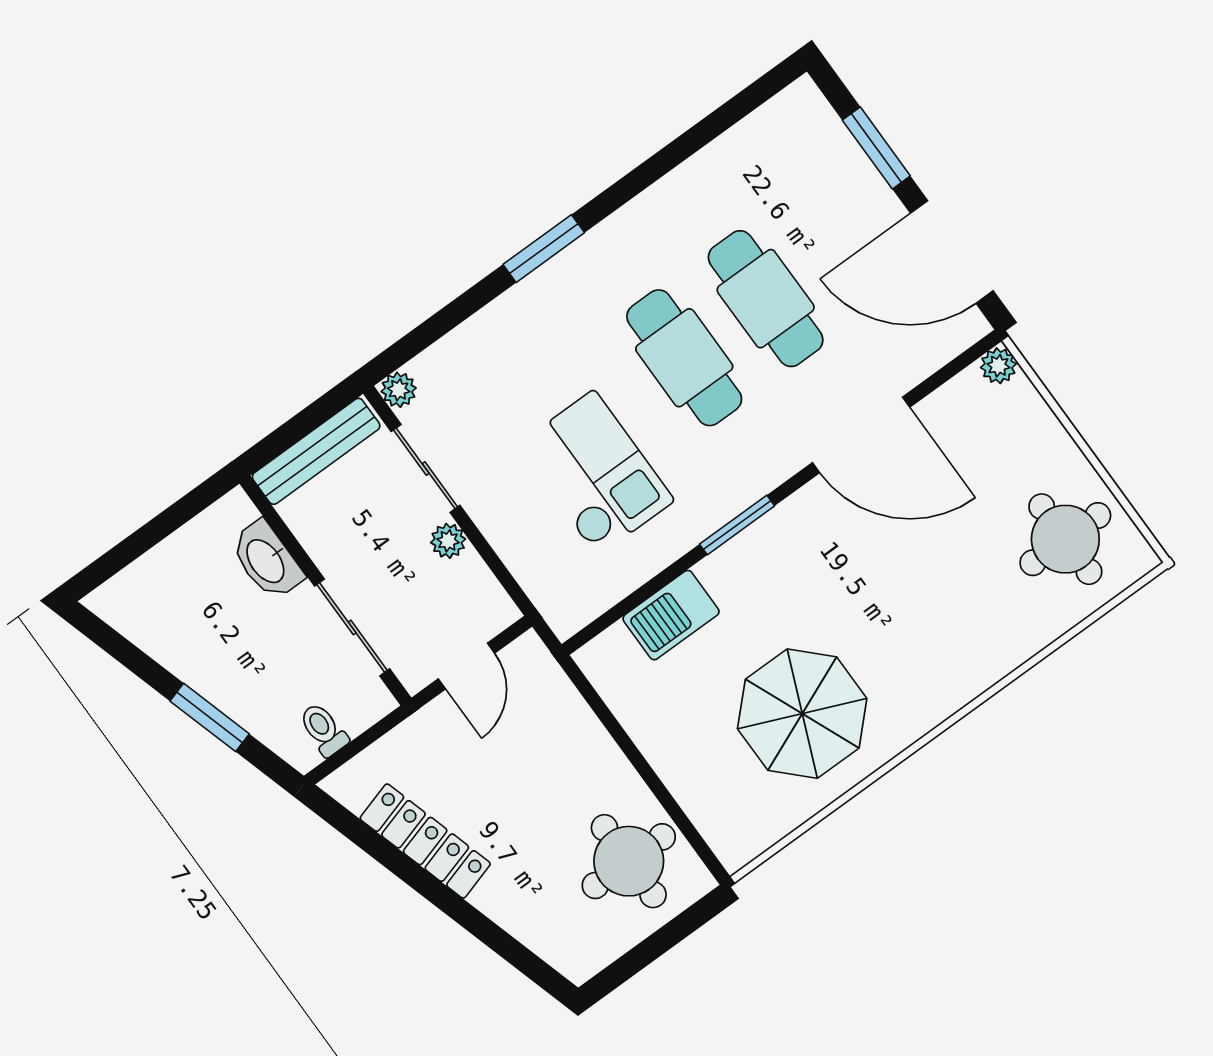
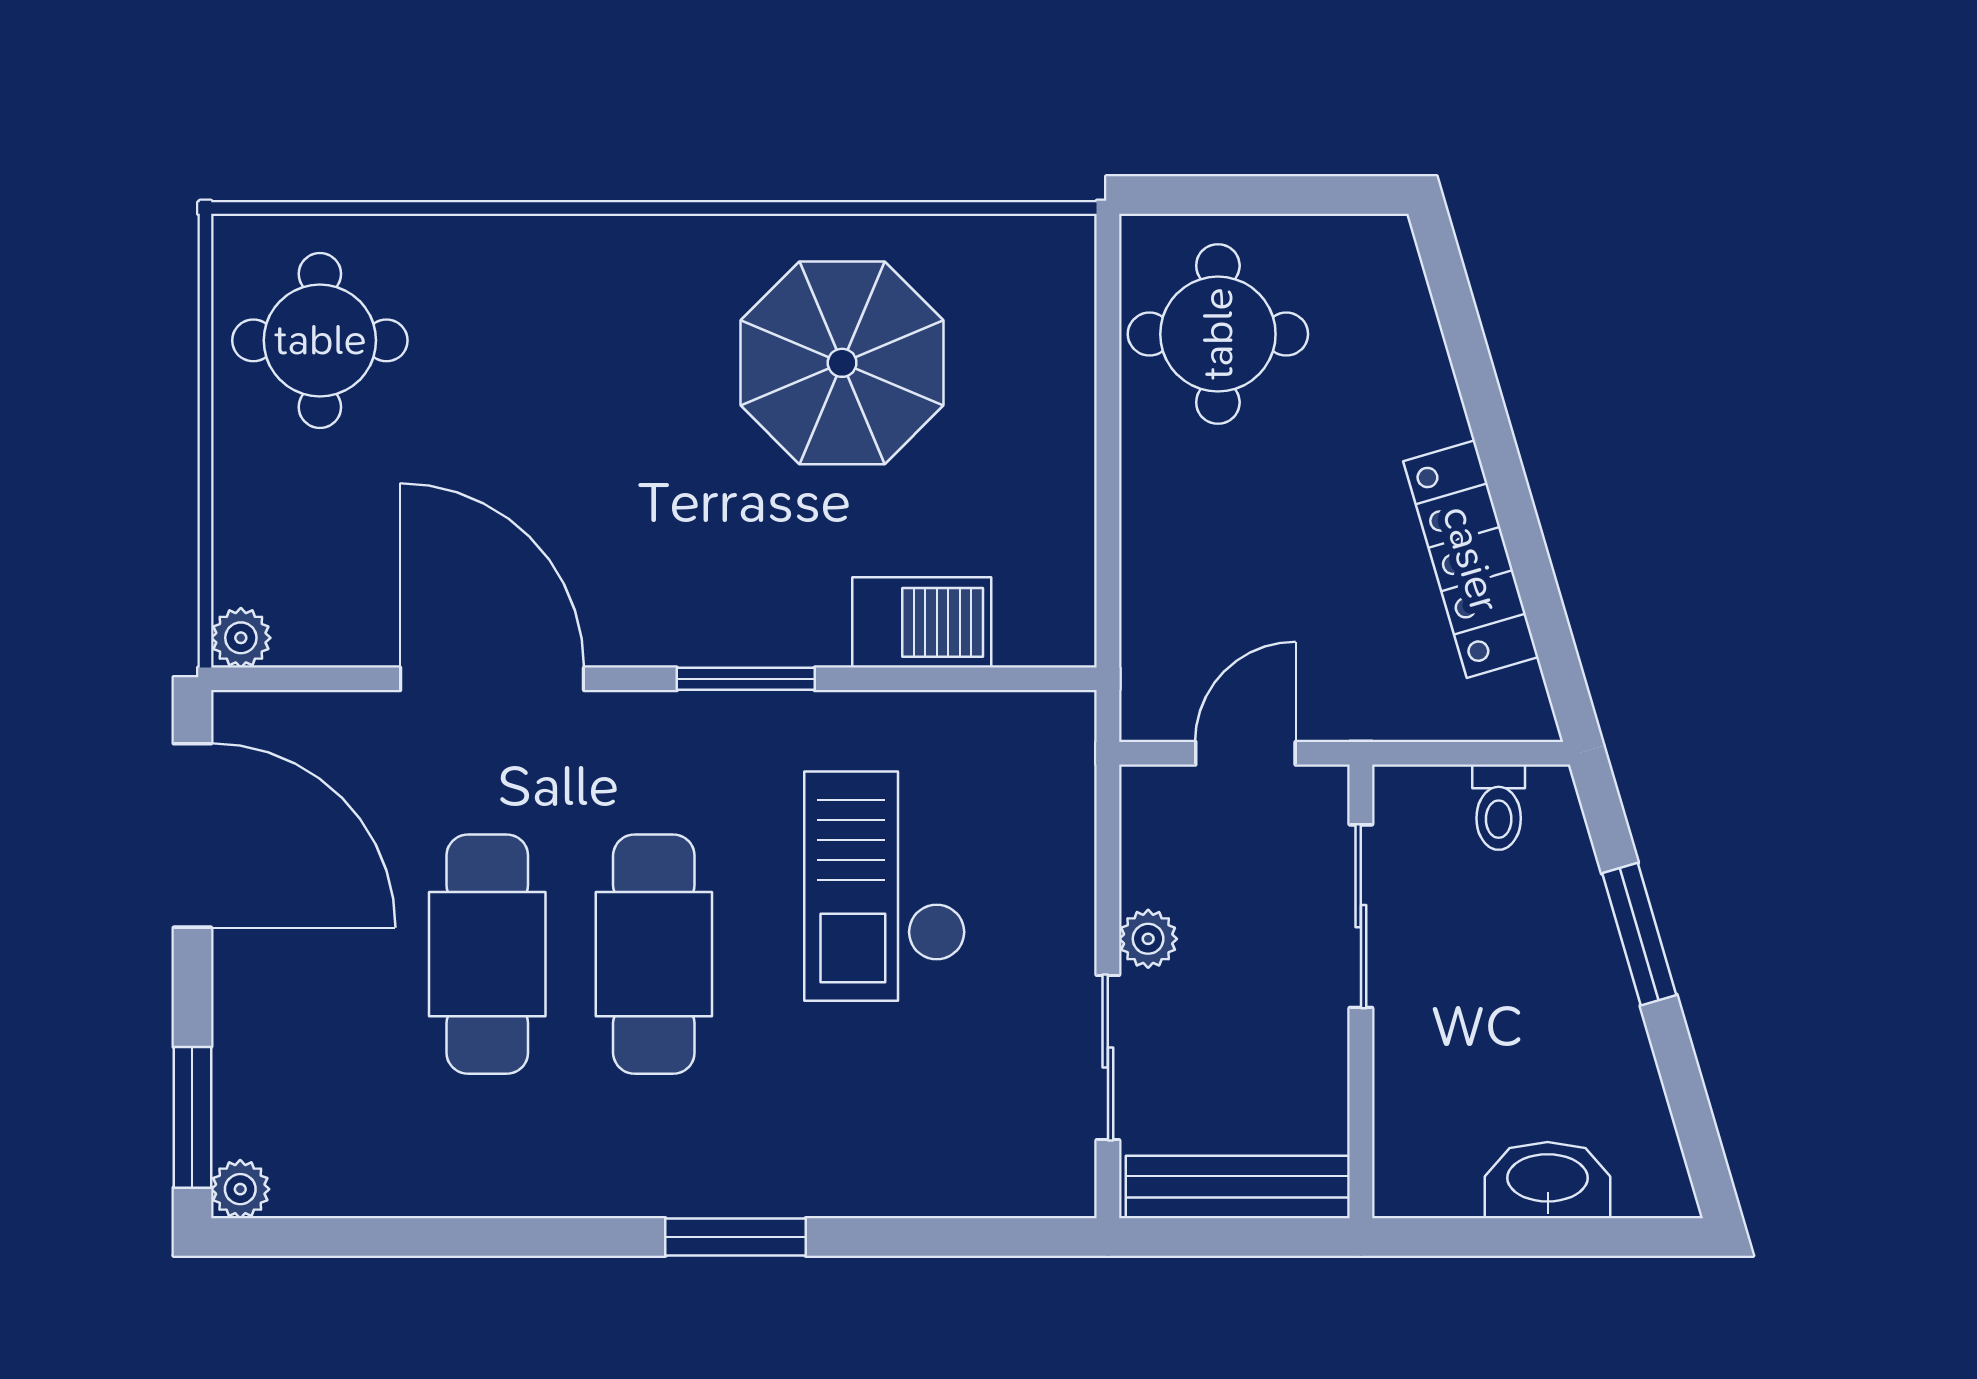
window: (876, 148) -> (192, 1117), moved
plant: (399, 390) -> (240, 1189), moved
washbasin: (266, 560) -> (1548, 1180), moved, turned -90

